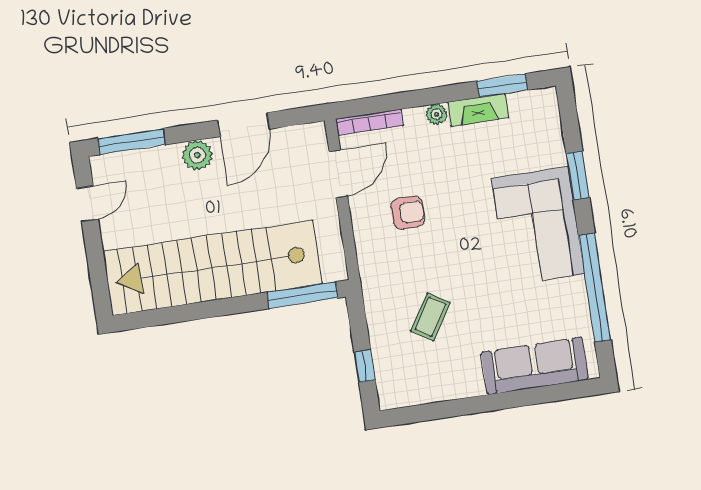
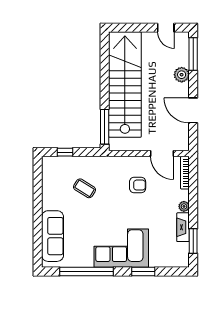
plant: (197, 155) -> (182, 75), moved
armchair: (408, 213) -> (138, 185), turned -90

